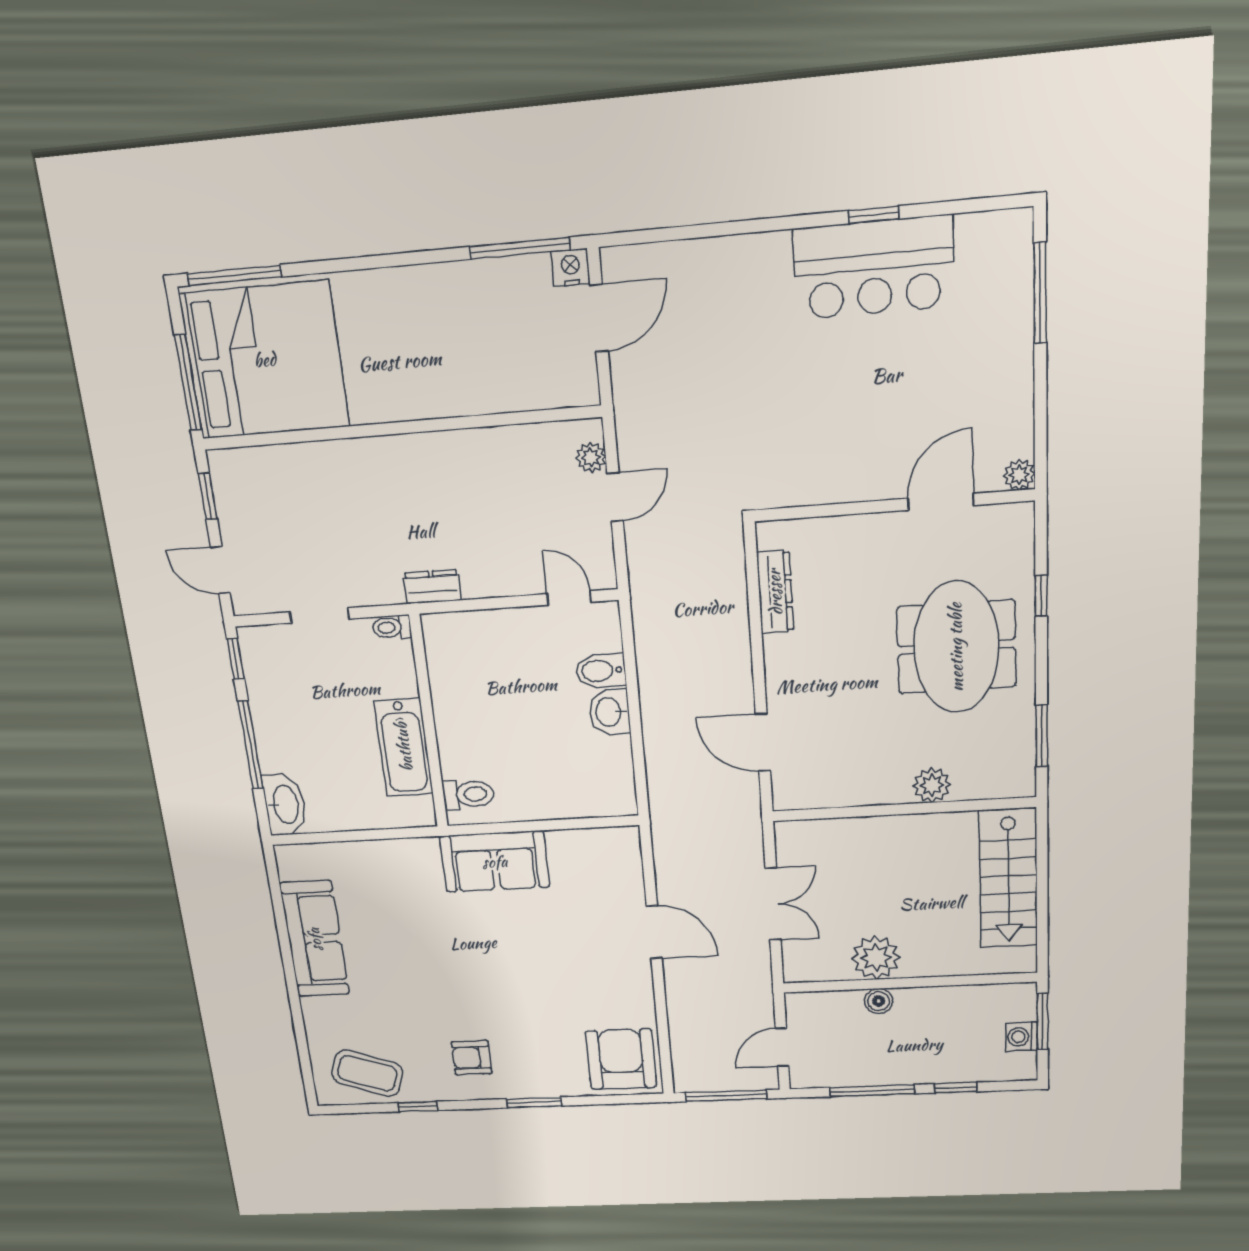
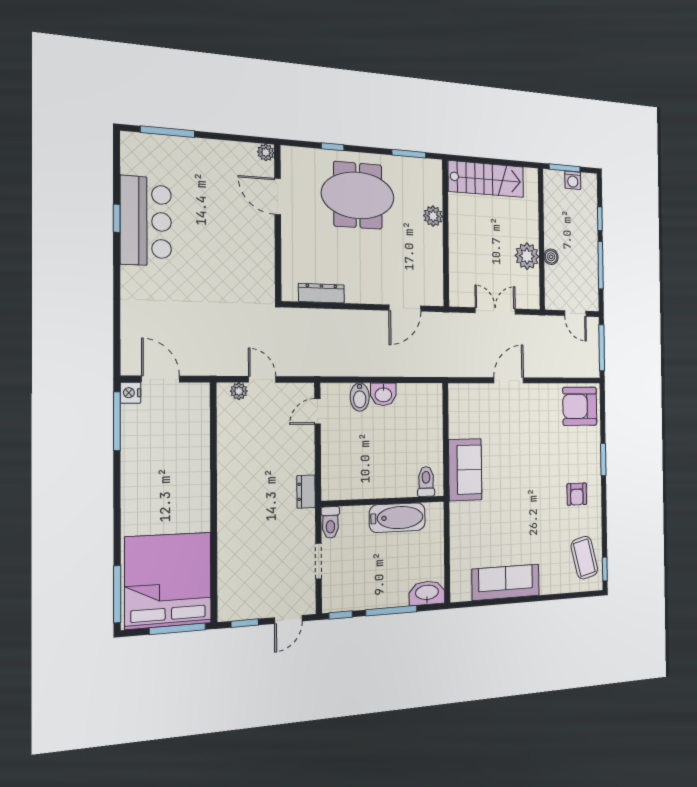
toilet: (392, 627) -> (330, 522), width x1.37, depth x1.39
coffee table: (367, 1073) -> (584, 558), turned -33
window: (418, 1107) -> (605, 569), moved

